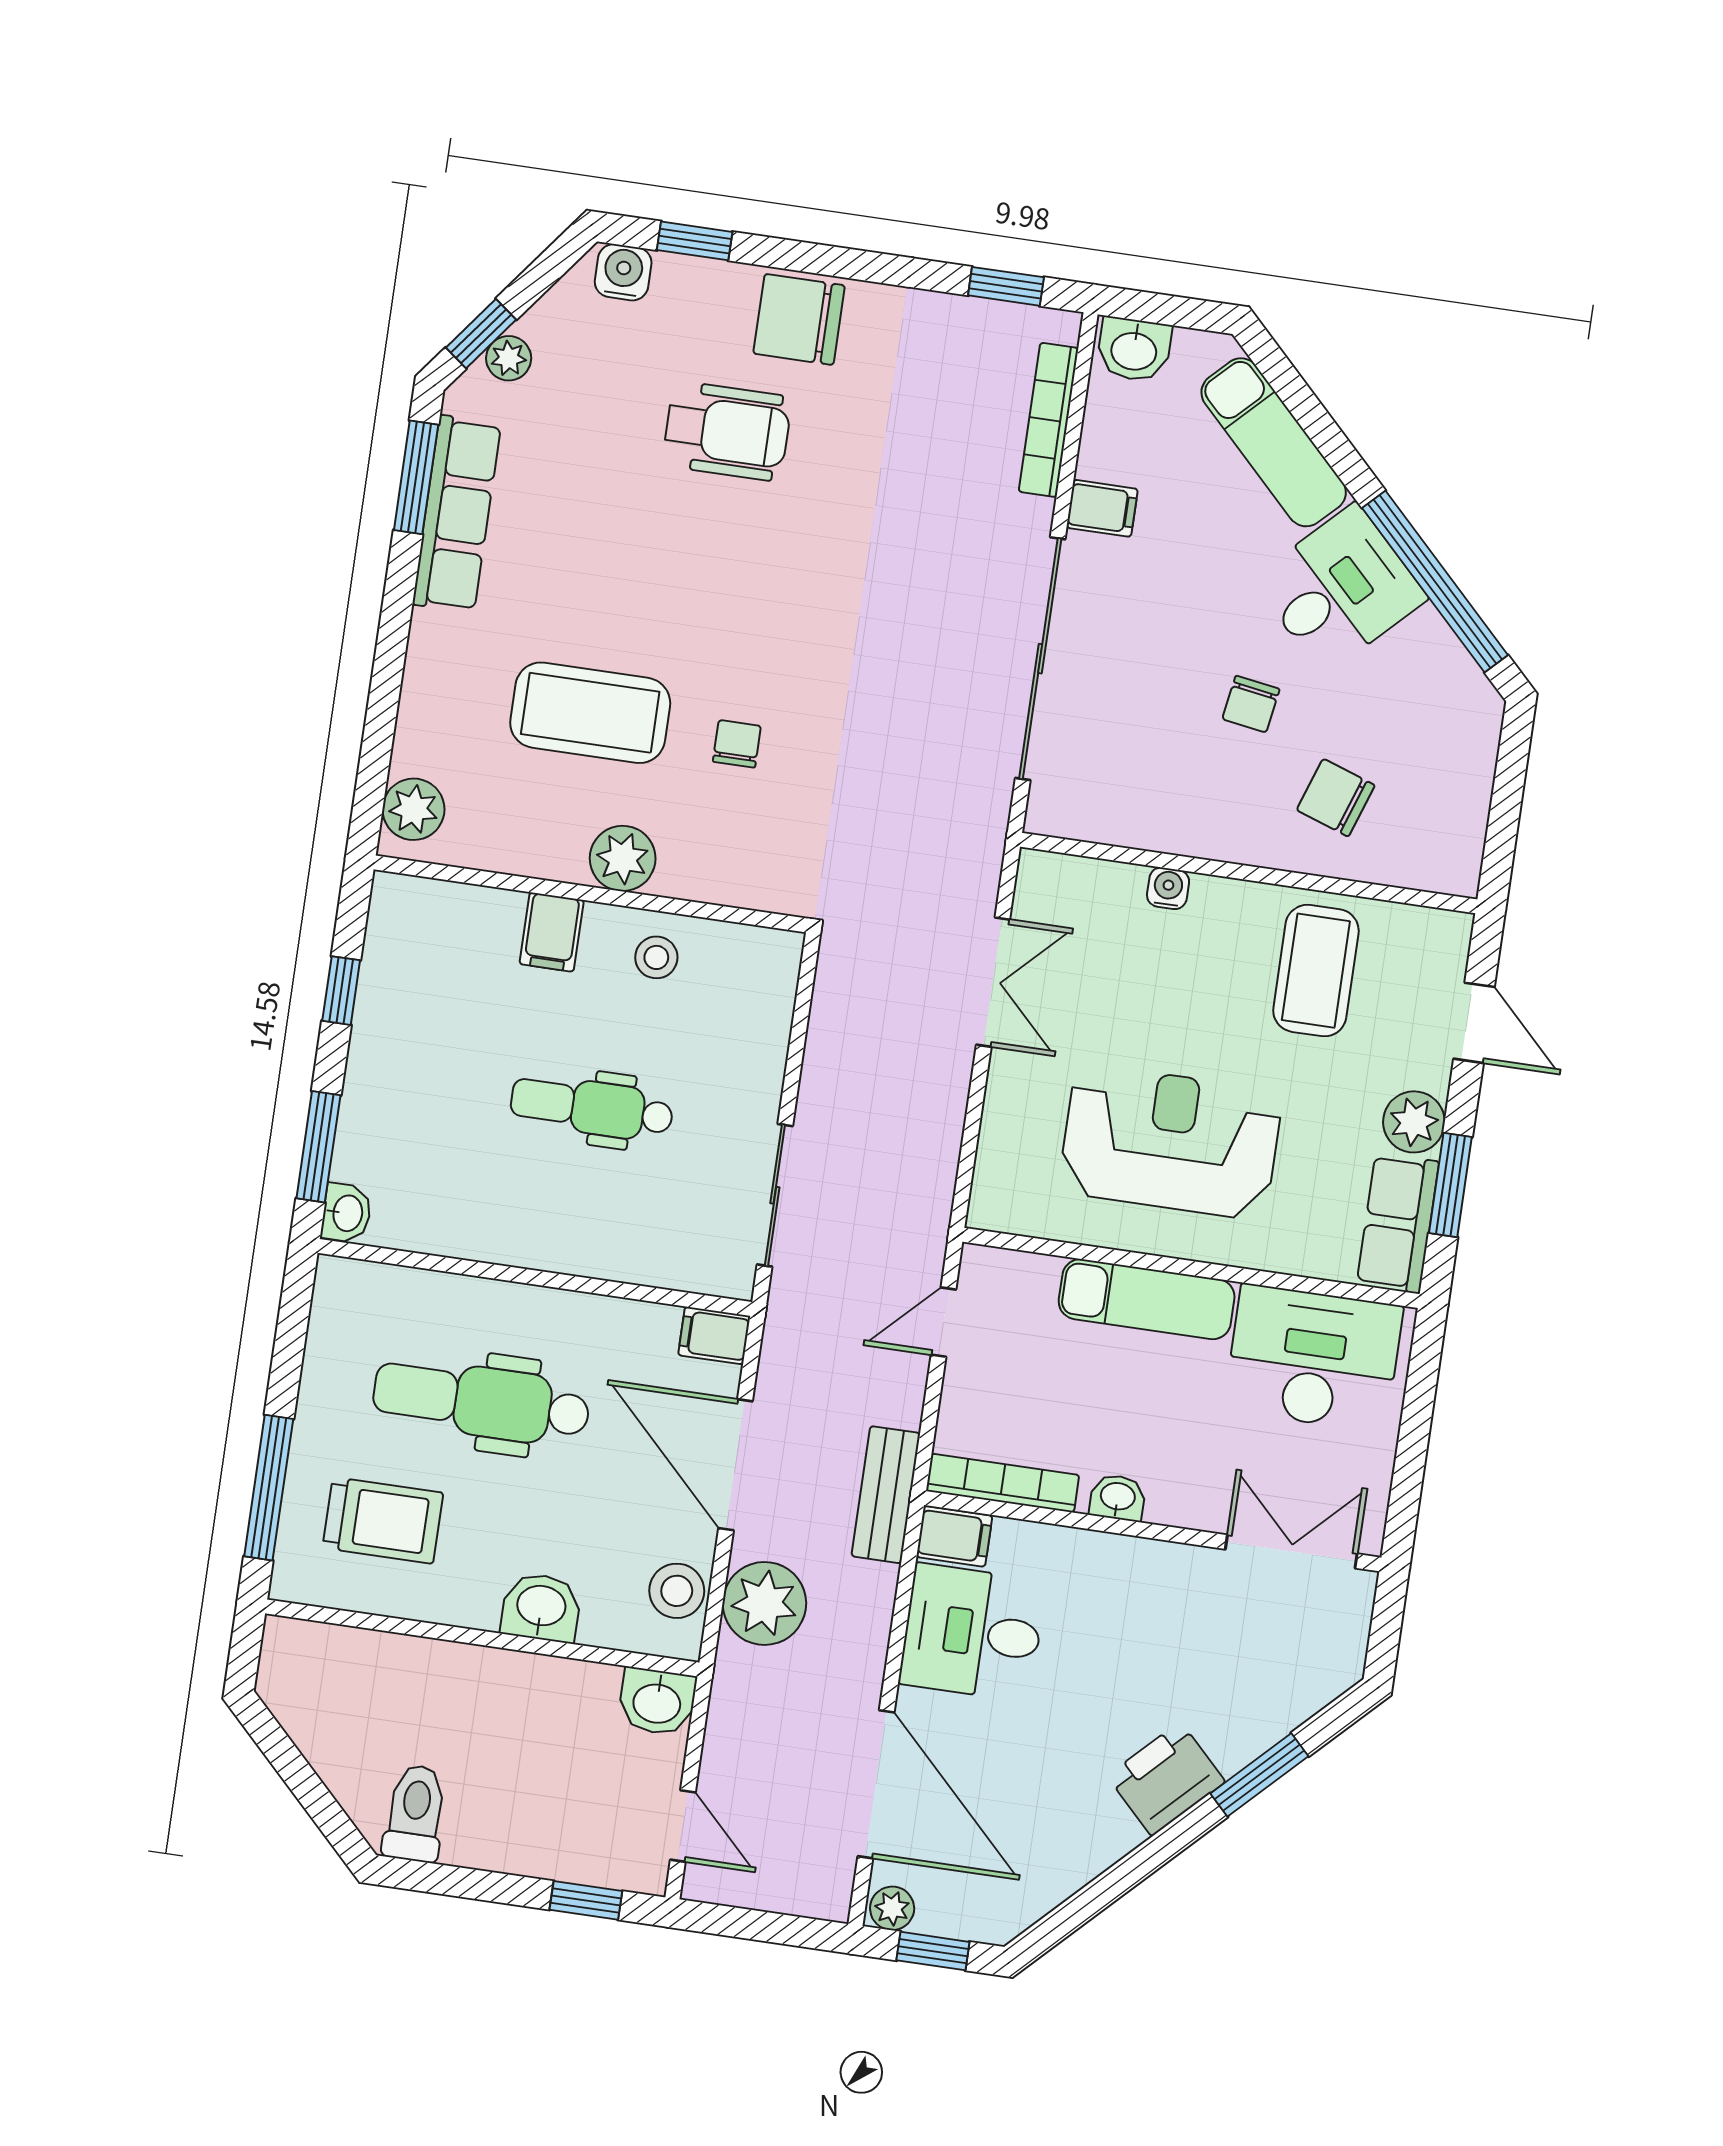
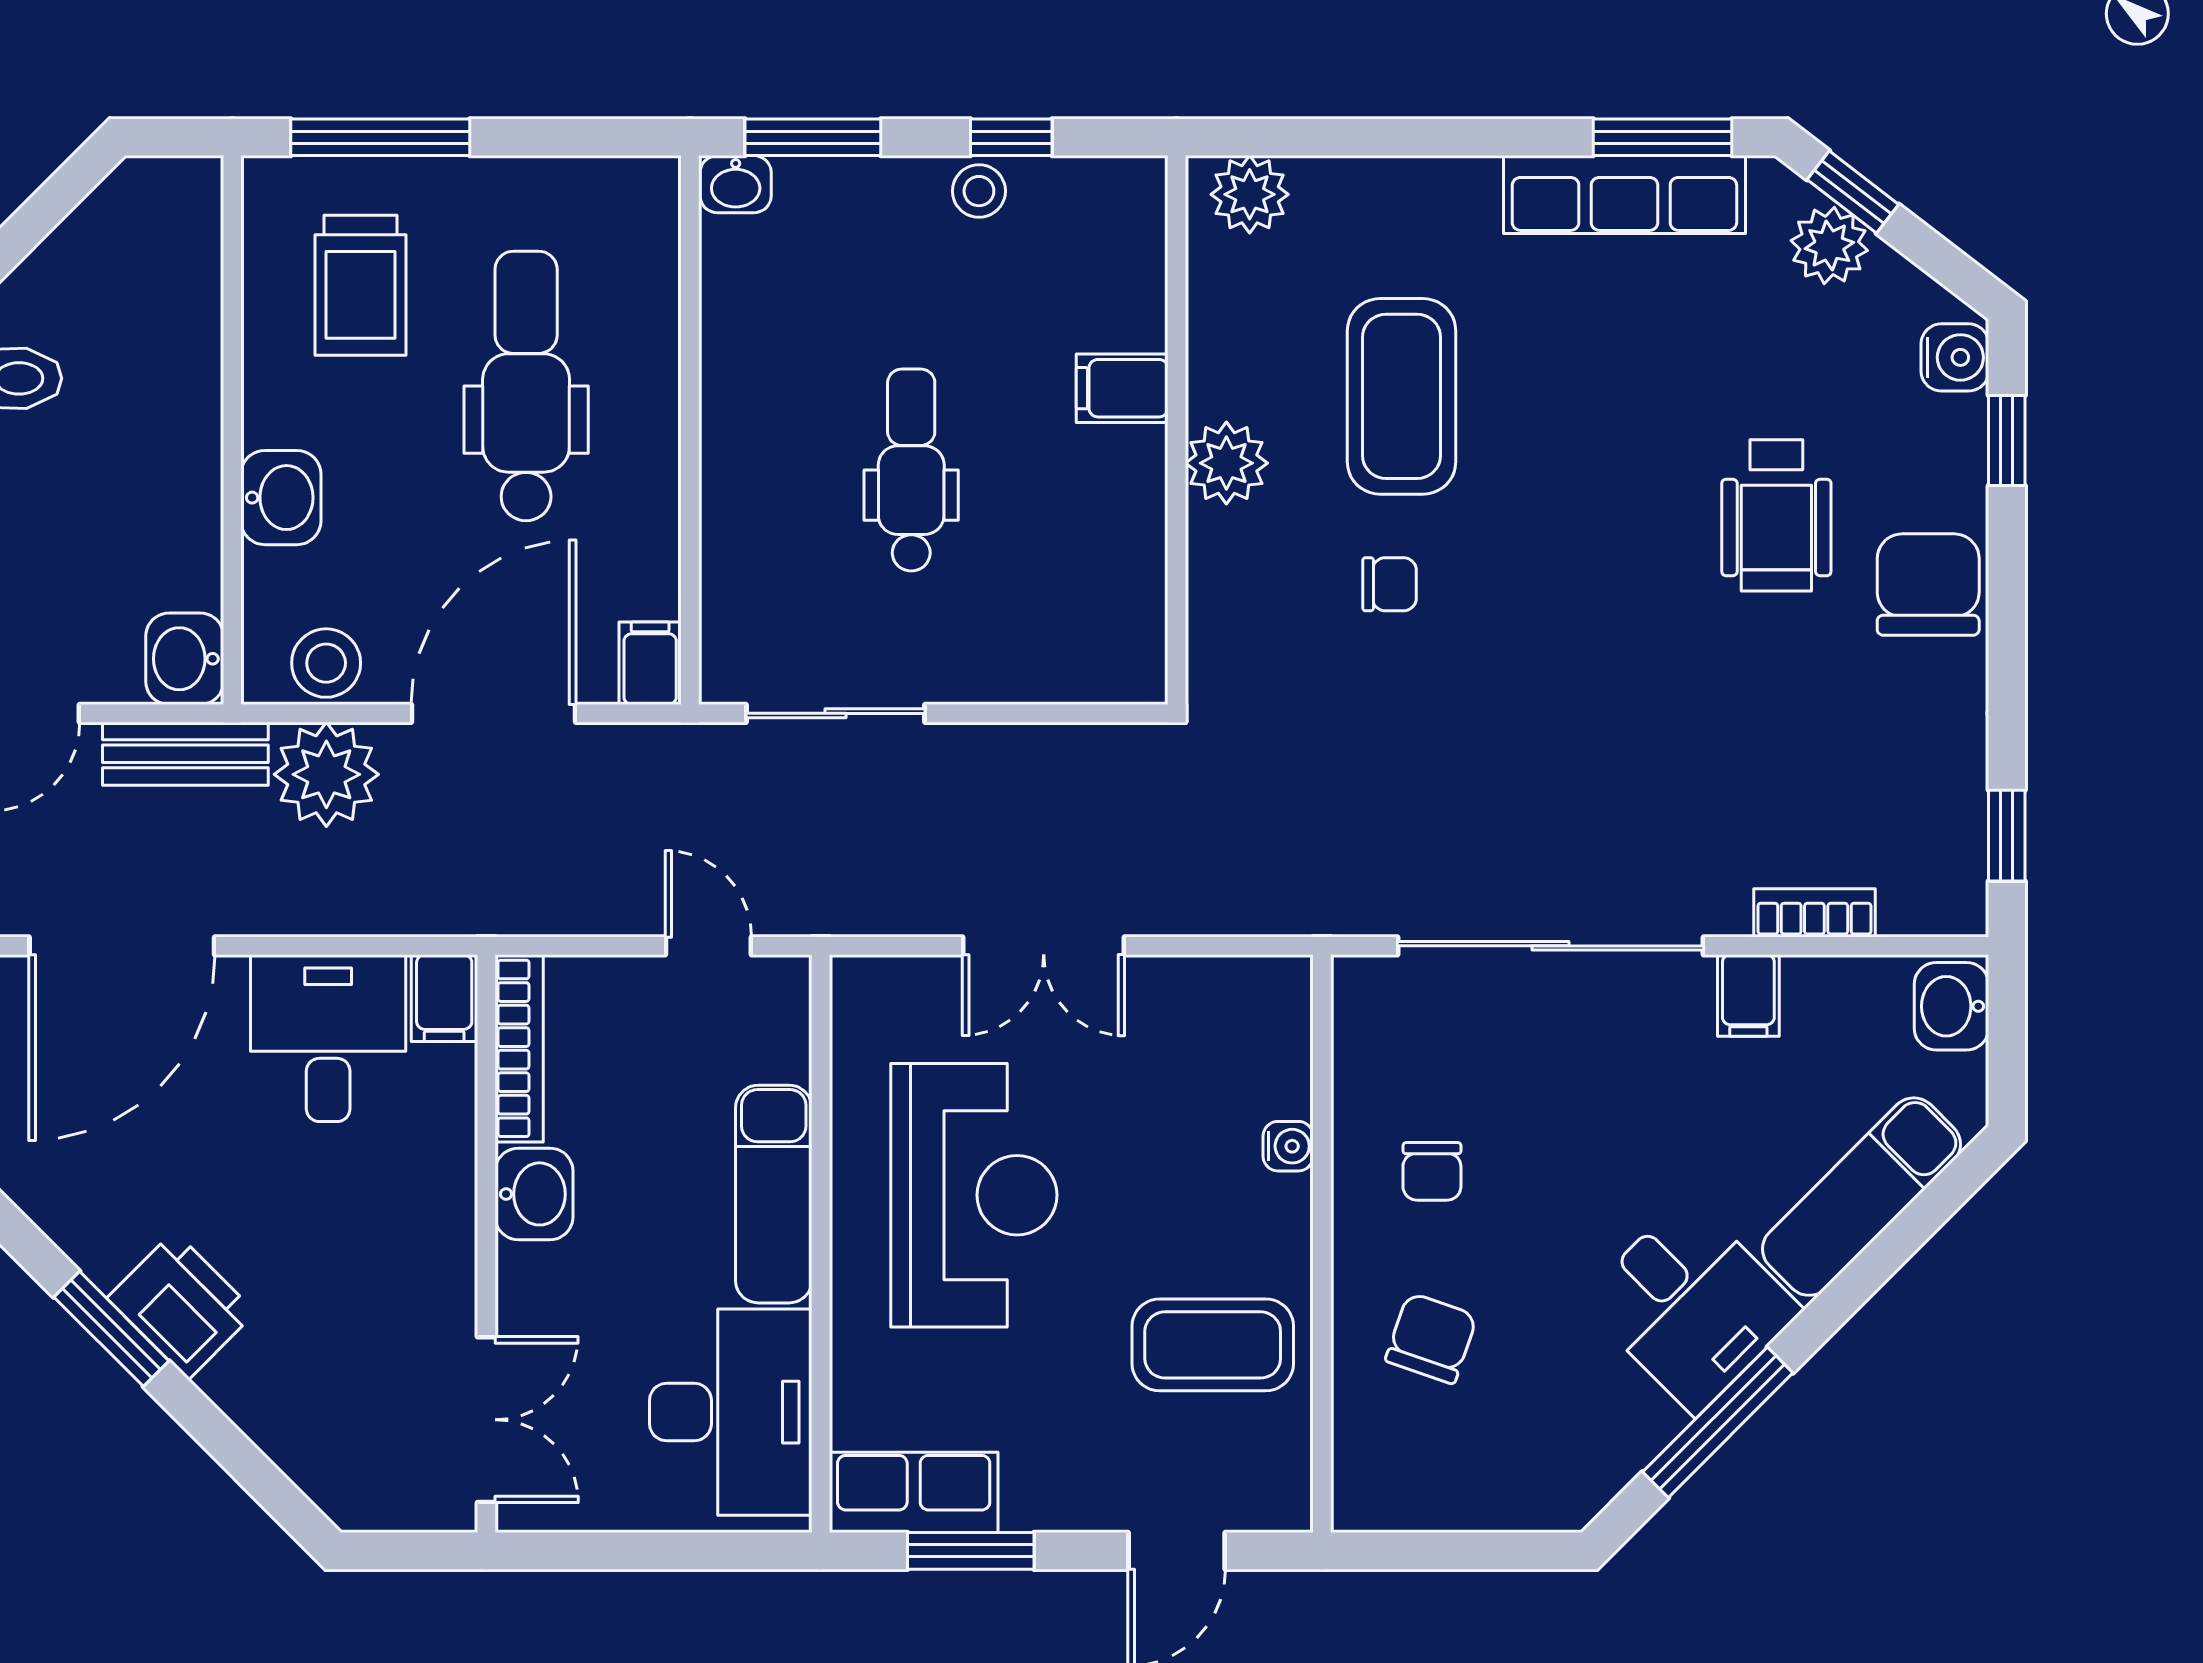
plant: (509, 358) -> (1829, 246), width x1.38, depth x1.38
bookcase: (1049, 420) -> (1814, 913), width x0.64
window: (1435, 581) -> (1718, 1422), width x0.68
chair: (1251, 704) -> (1432, 1171), moved, turned -99
stool: (656, 957) -> (979, 191), moved
double door: (993, 982) -> (1044, 946), moved
plant: (1414, 1122) -> (1042, 1494), removed
bench: (886, 1495) -> (185, 754), moved
washbasin: (1118, 1497) -> (534, 1194), width x1.38, depth x1.45
window: (1259, 1775) -> (111, 1329), moved

